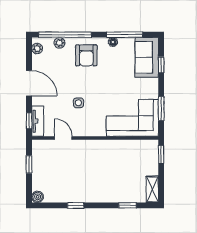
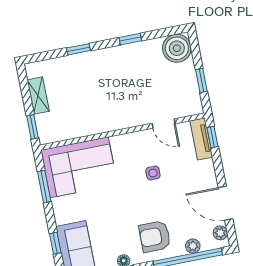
armchair: (86, 55) -> (155, 237), turned -90
door: (29, 83) -> (225, 203), moved
shelving: (152, 189) -> (38, 96), moved
boiler: (38, 197) -> (177, 48), width x1.86, depth x1.86
window: (128, 205) -> (78, 49), moved

